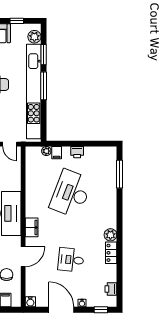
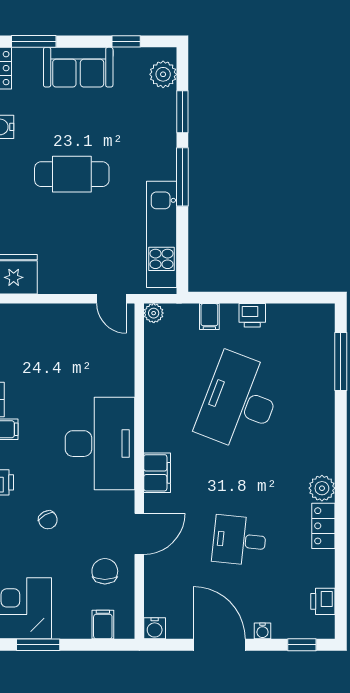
kitchen unit: (34, 91) -> (162, 234), width x0.54
plant: (46, 151) -> (154, 313), moved

